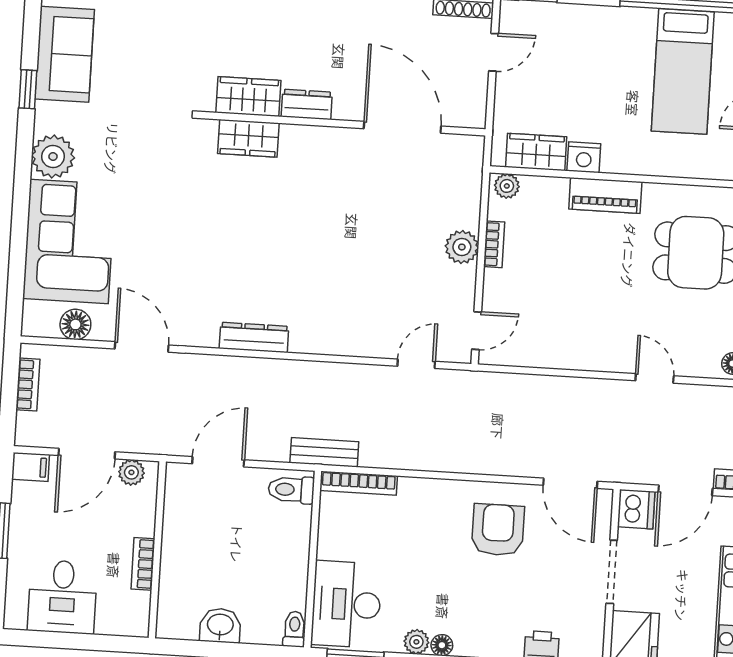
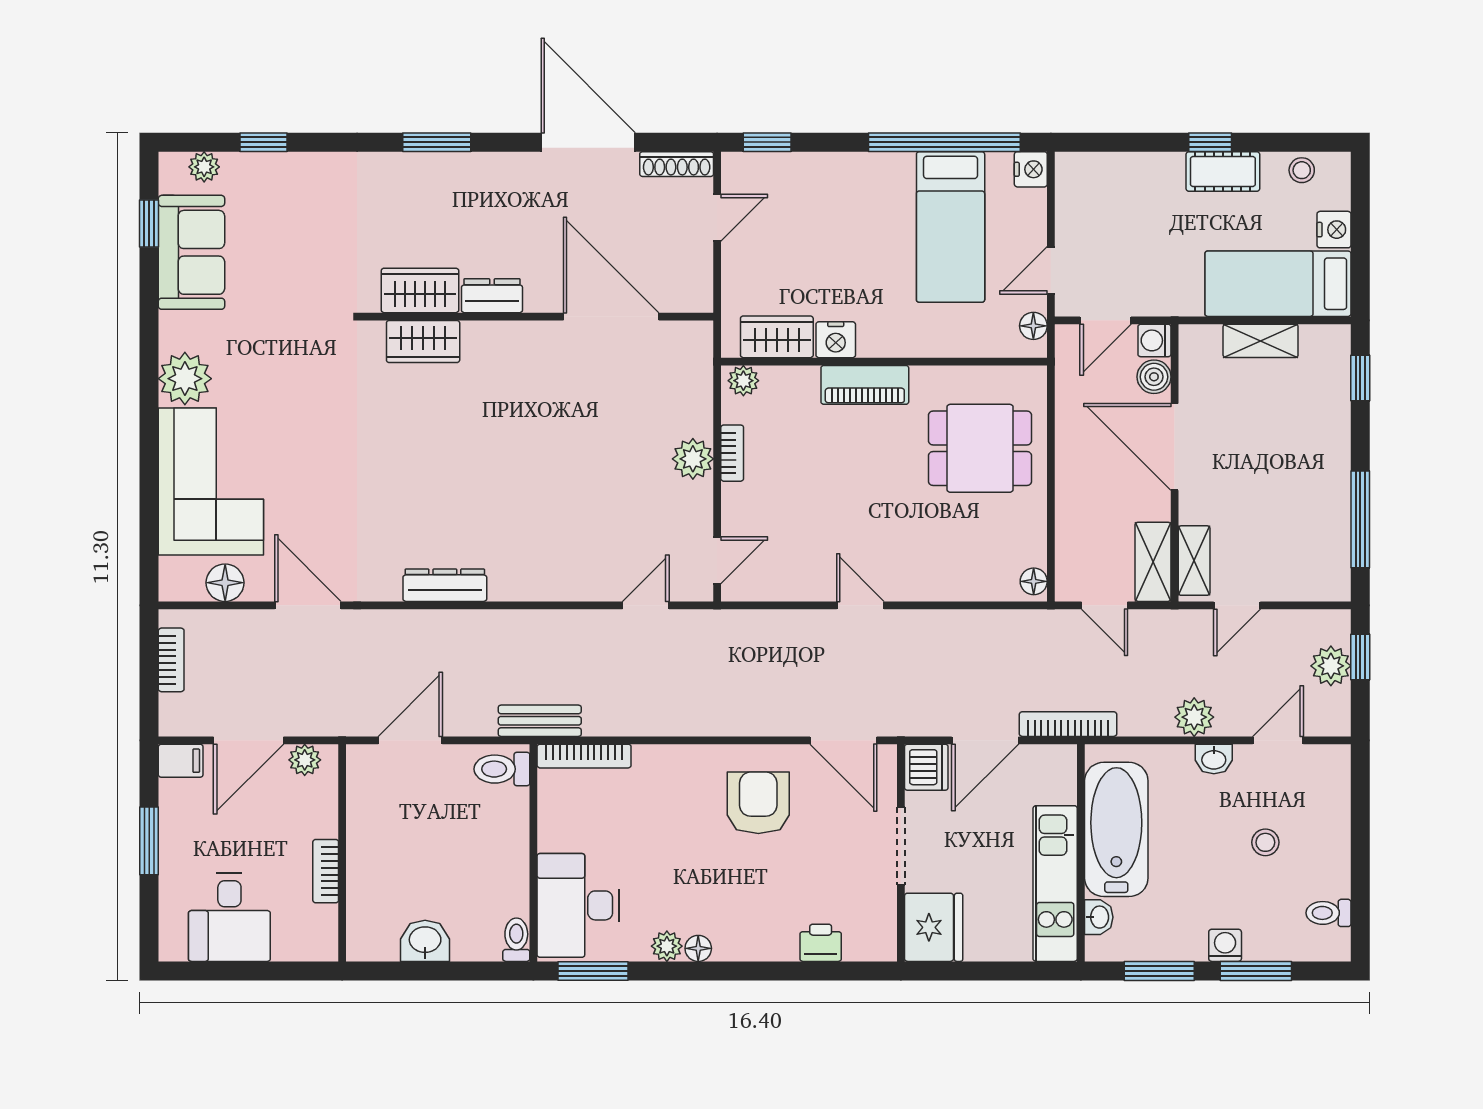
window: (28, 89) -> (149, 223), moved
door: (655, 378) -> (860, 605), moved

